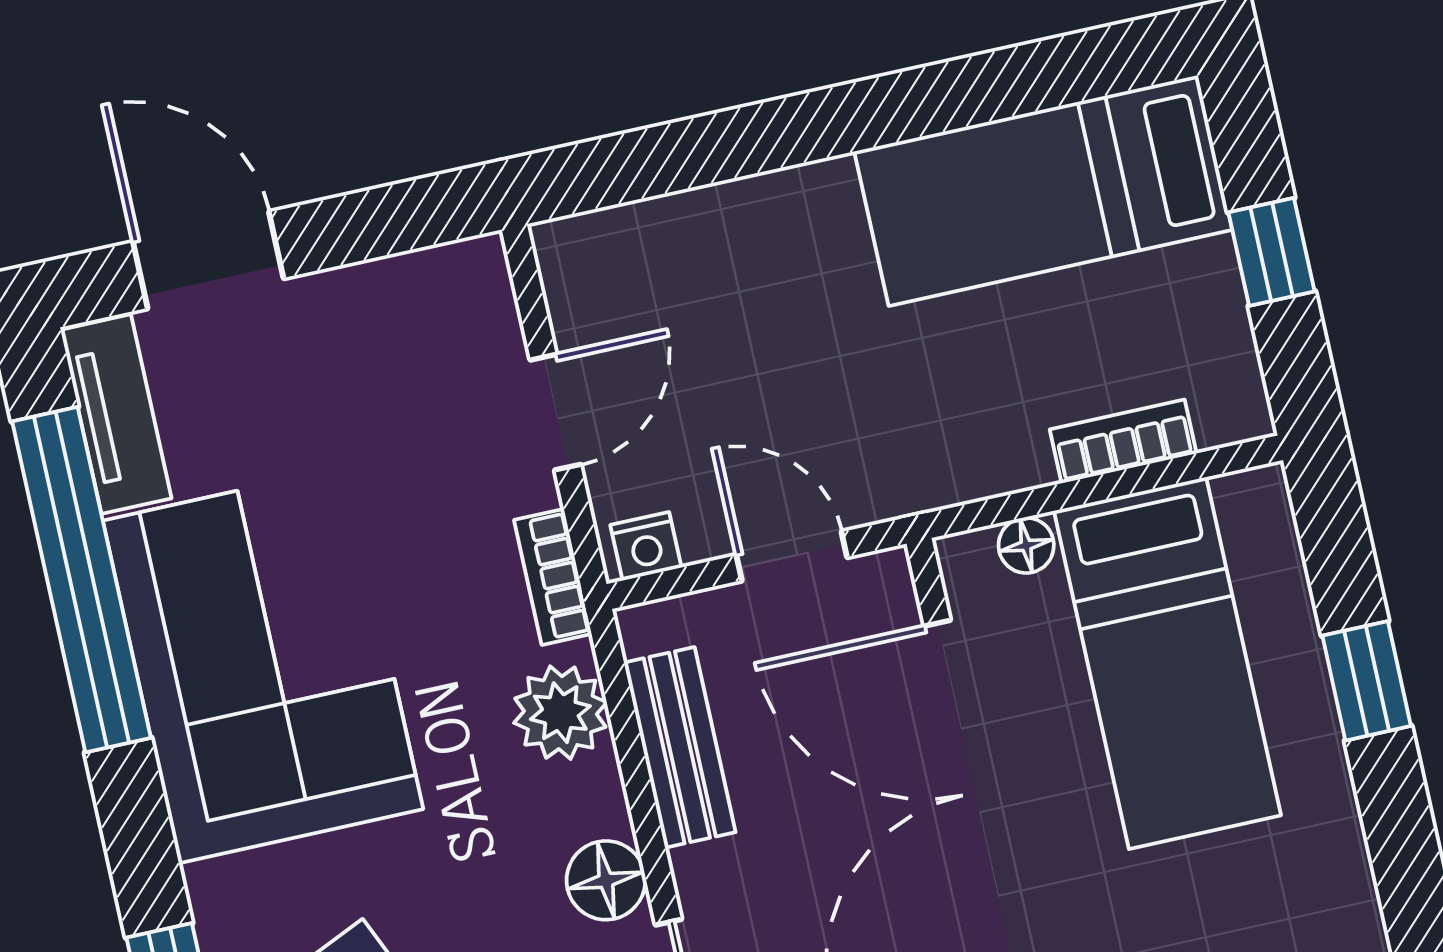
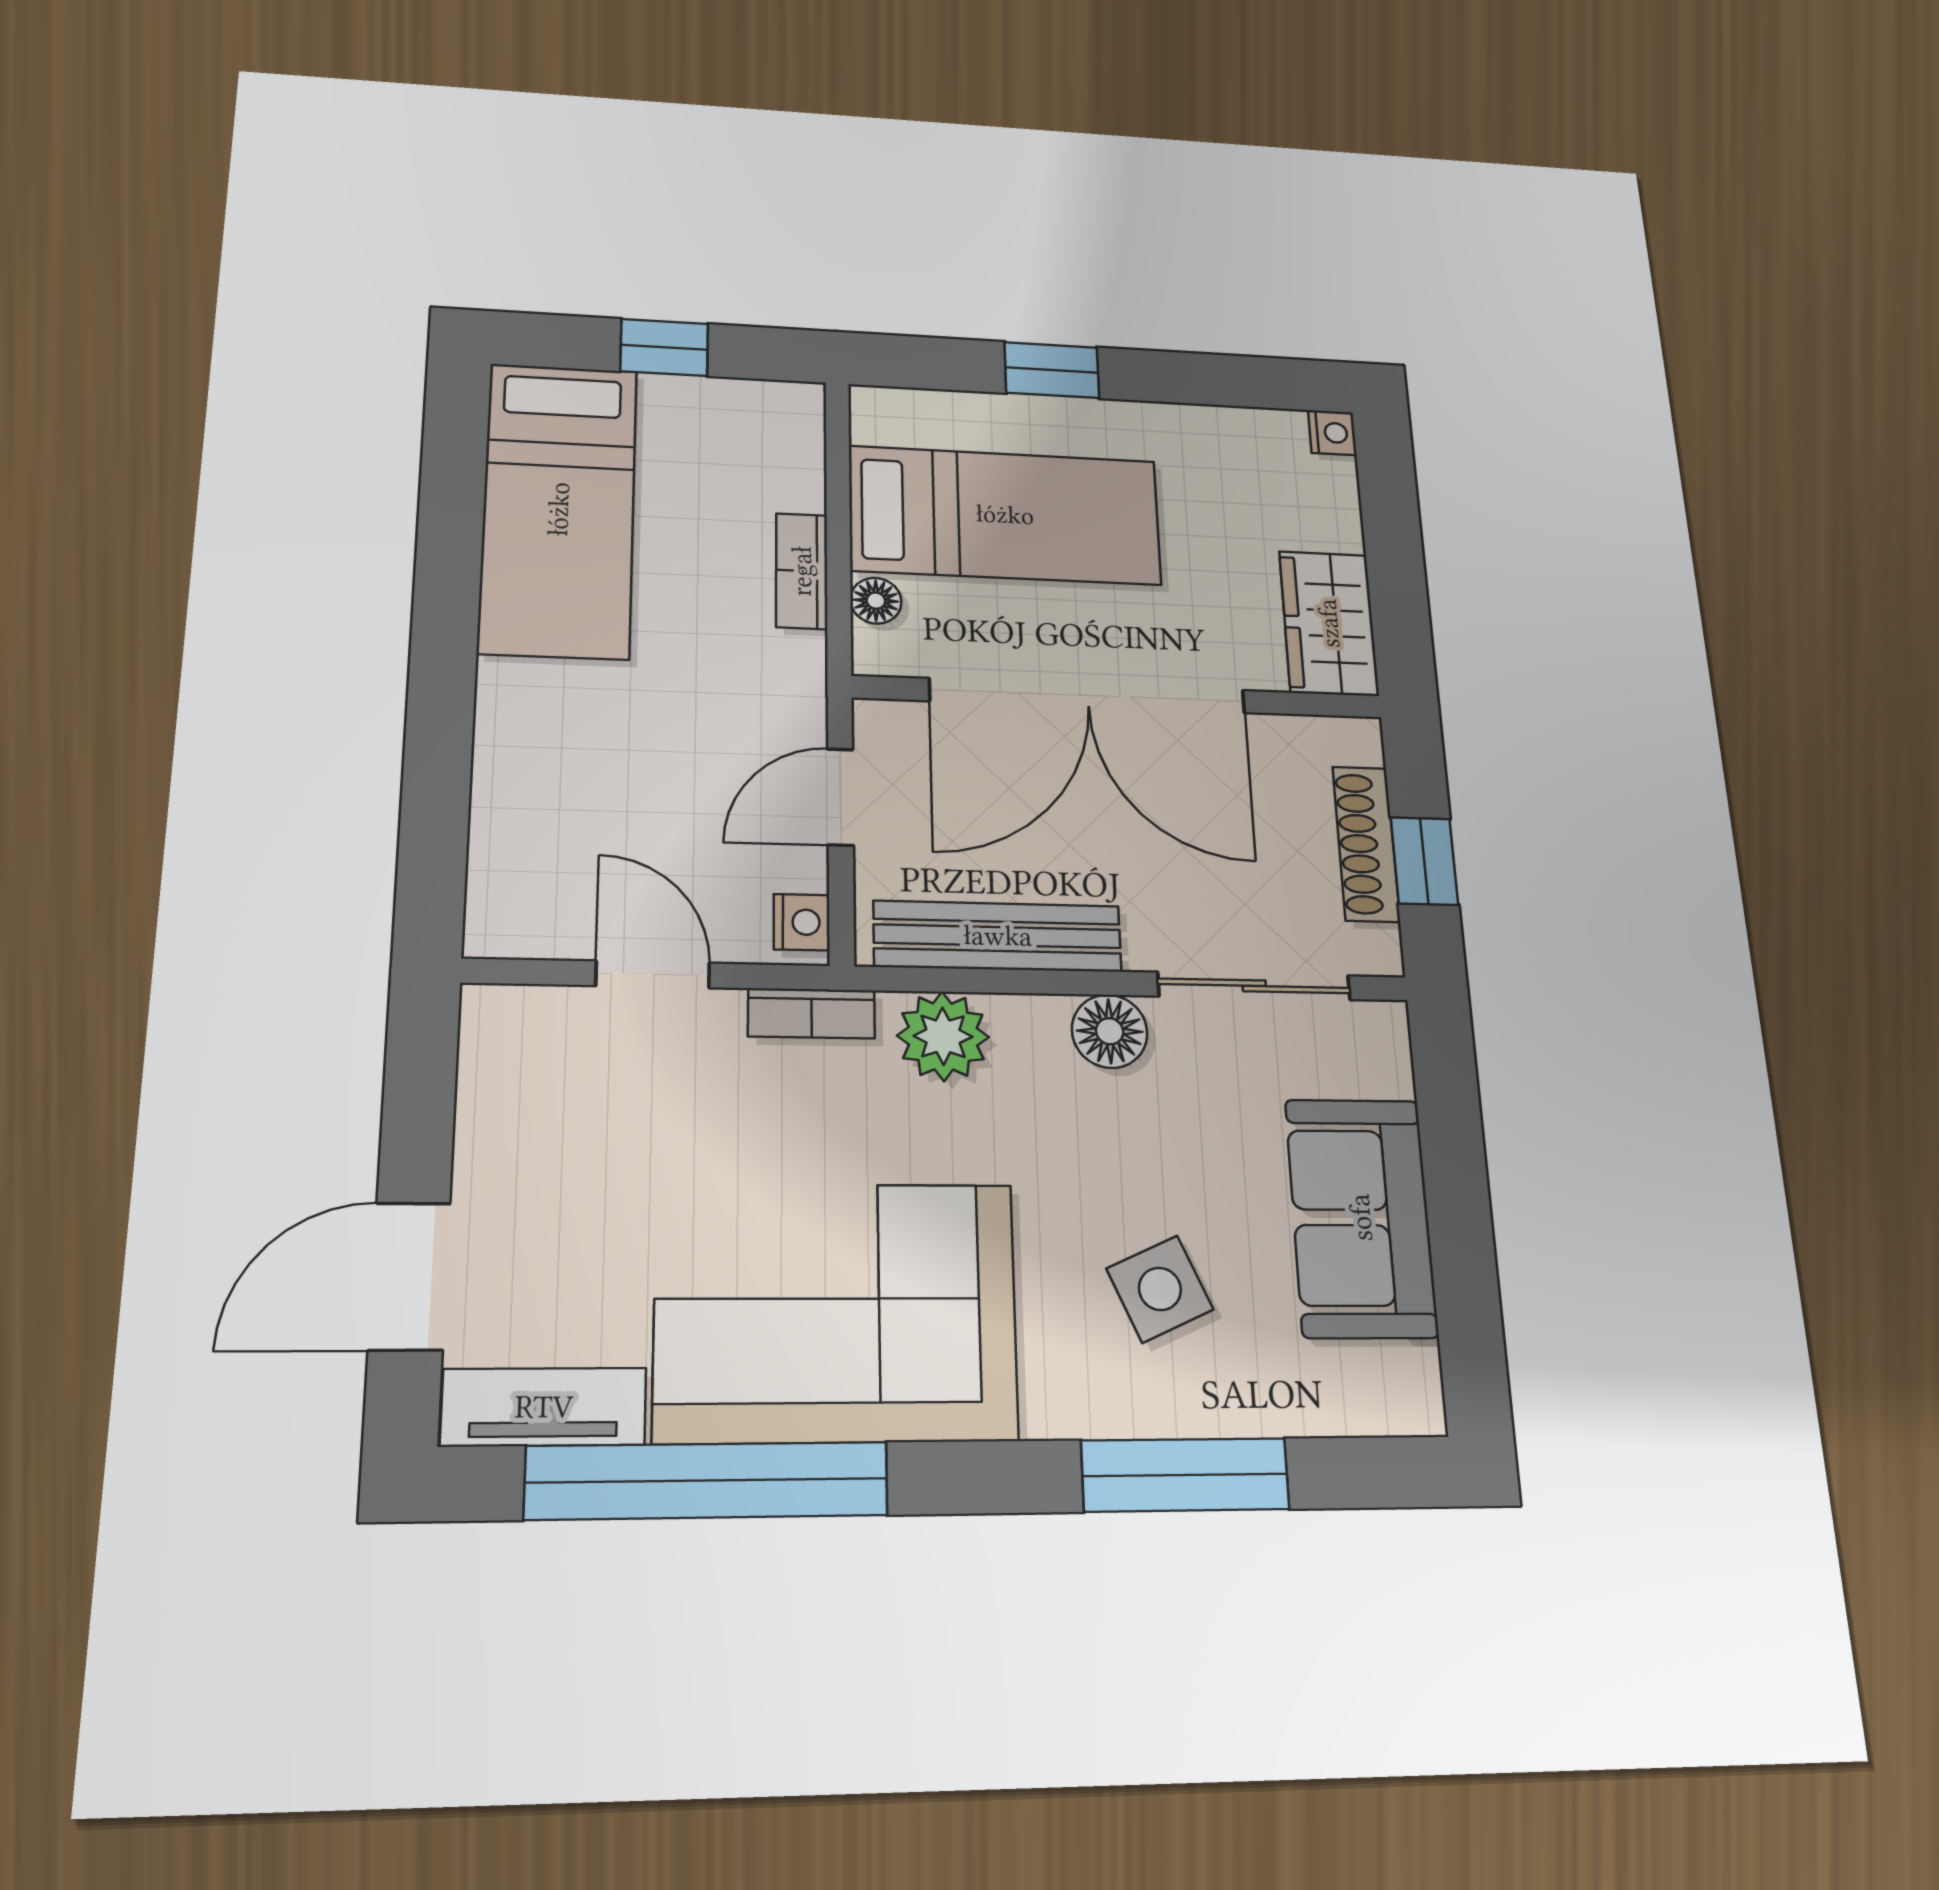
bookcase: (1123, 441) -> (802, 571), moved
bench: (680, 747) -> (998, 936), width x1.36

